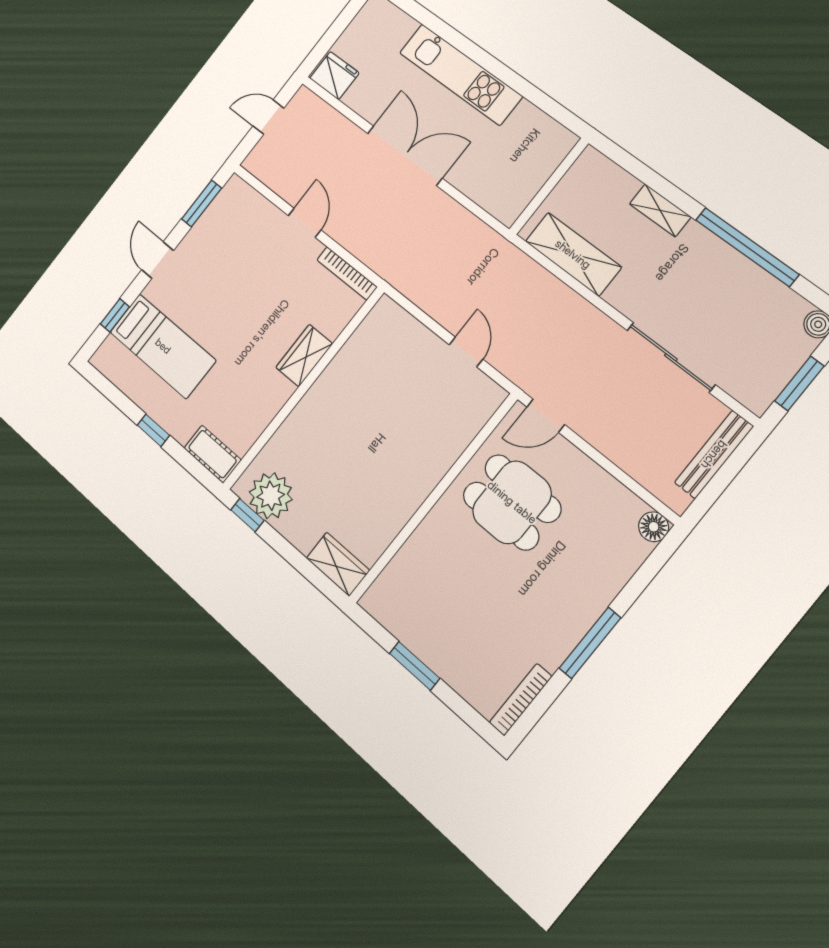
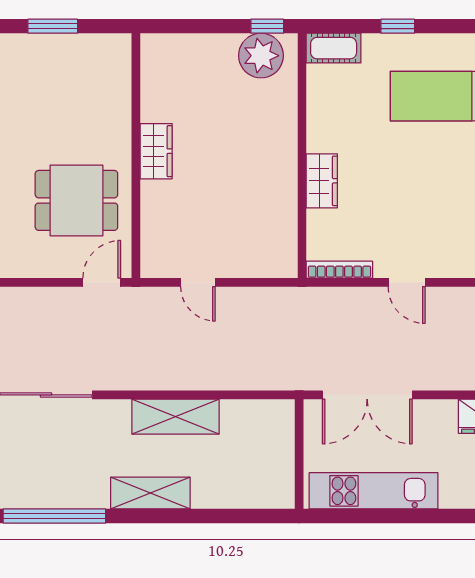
wall: (549, 186) -> (299, 454), moved
shelving: (660, 210) -> (150, 493), width x1.50, depth x1.33
wardrobe: (338, 564) -> (156, 151), moved, turned -90

